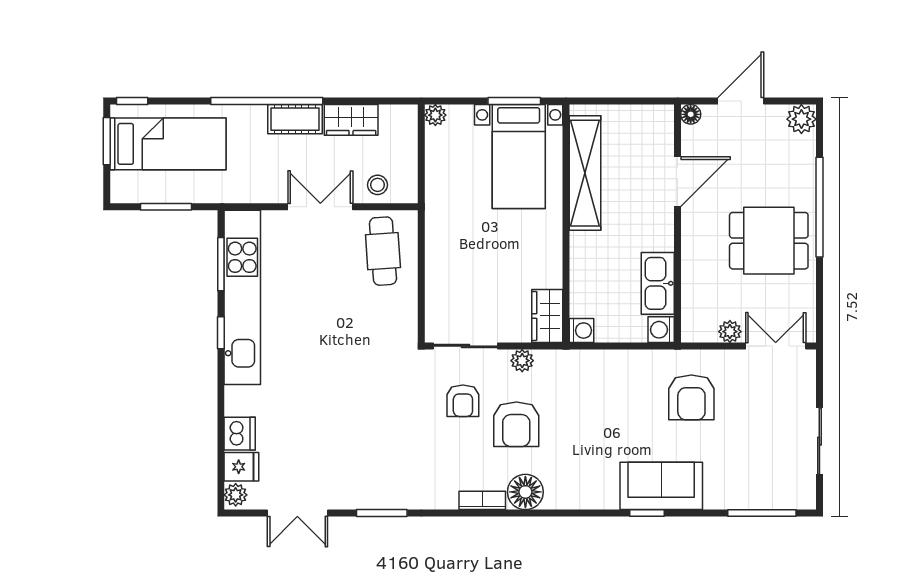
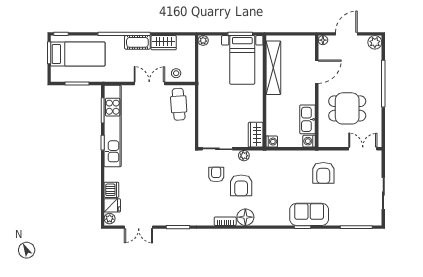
dining table: (769, 241) -> (347, 108), moved
plant: (730, 332) -> (341, 142), removed
armchair: (463, 401) -> (216, 174), turned 180

